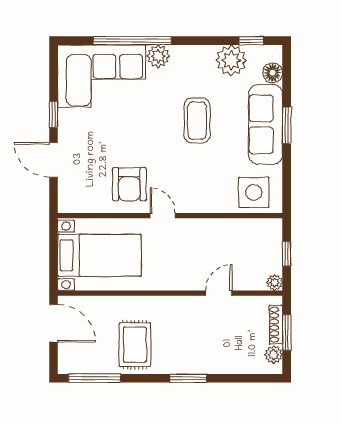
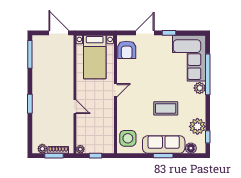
armchair: (129, 184) -> (127, 50), moved, turned -90
door: (219, 293) -> (75, 107), moved
door: (54, 323) -> (59, 33), swing flipped
rug: (135, 345) -> (48, 76), removed

